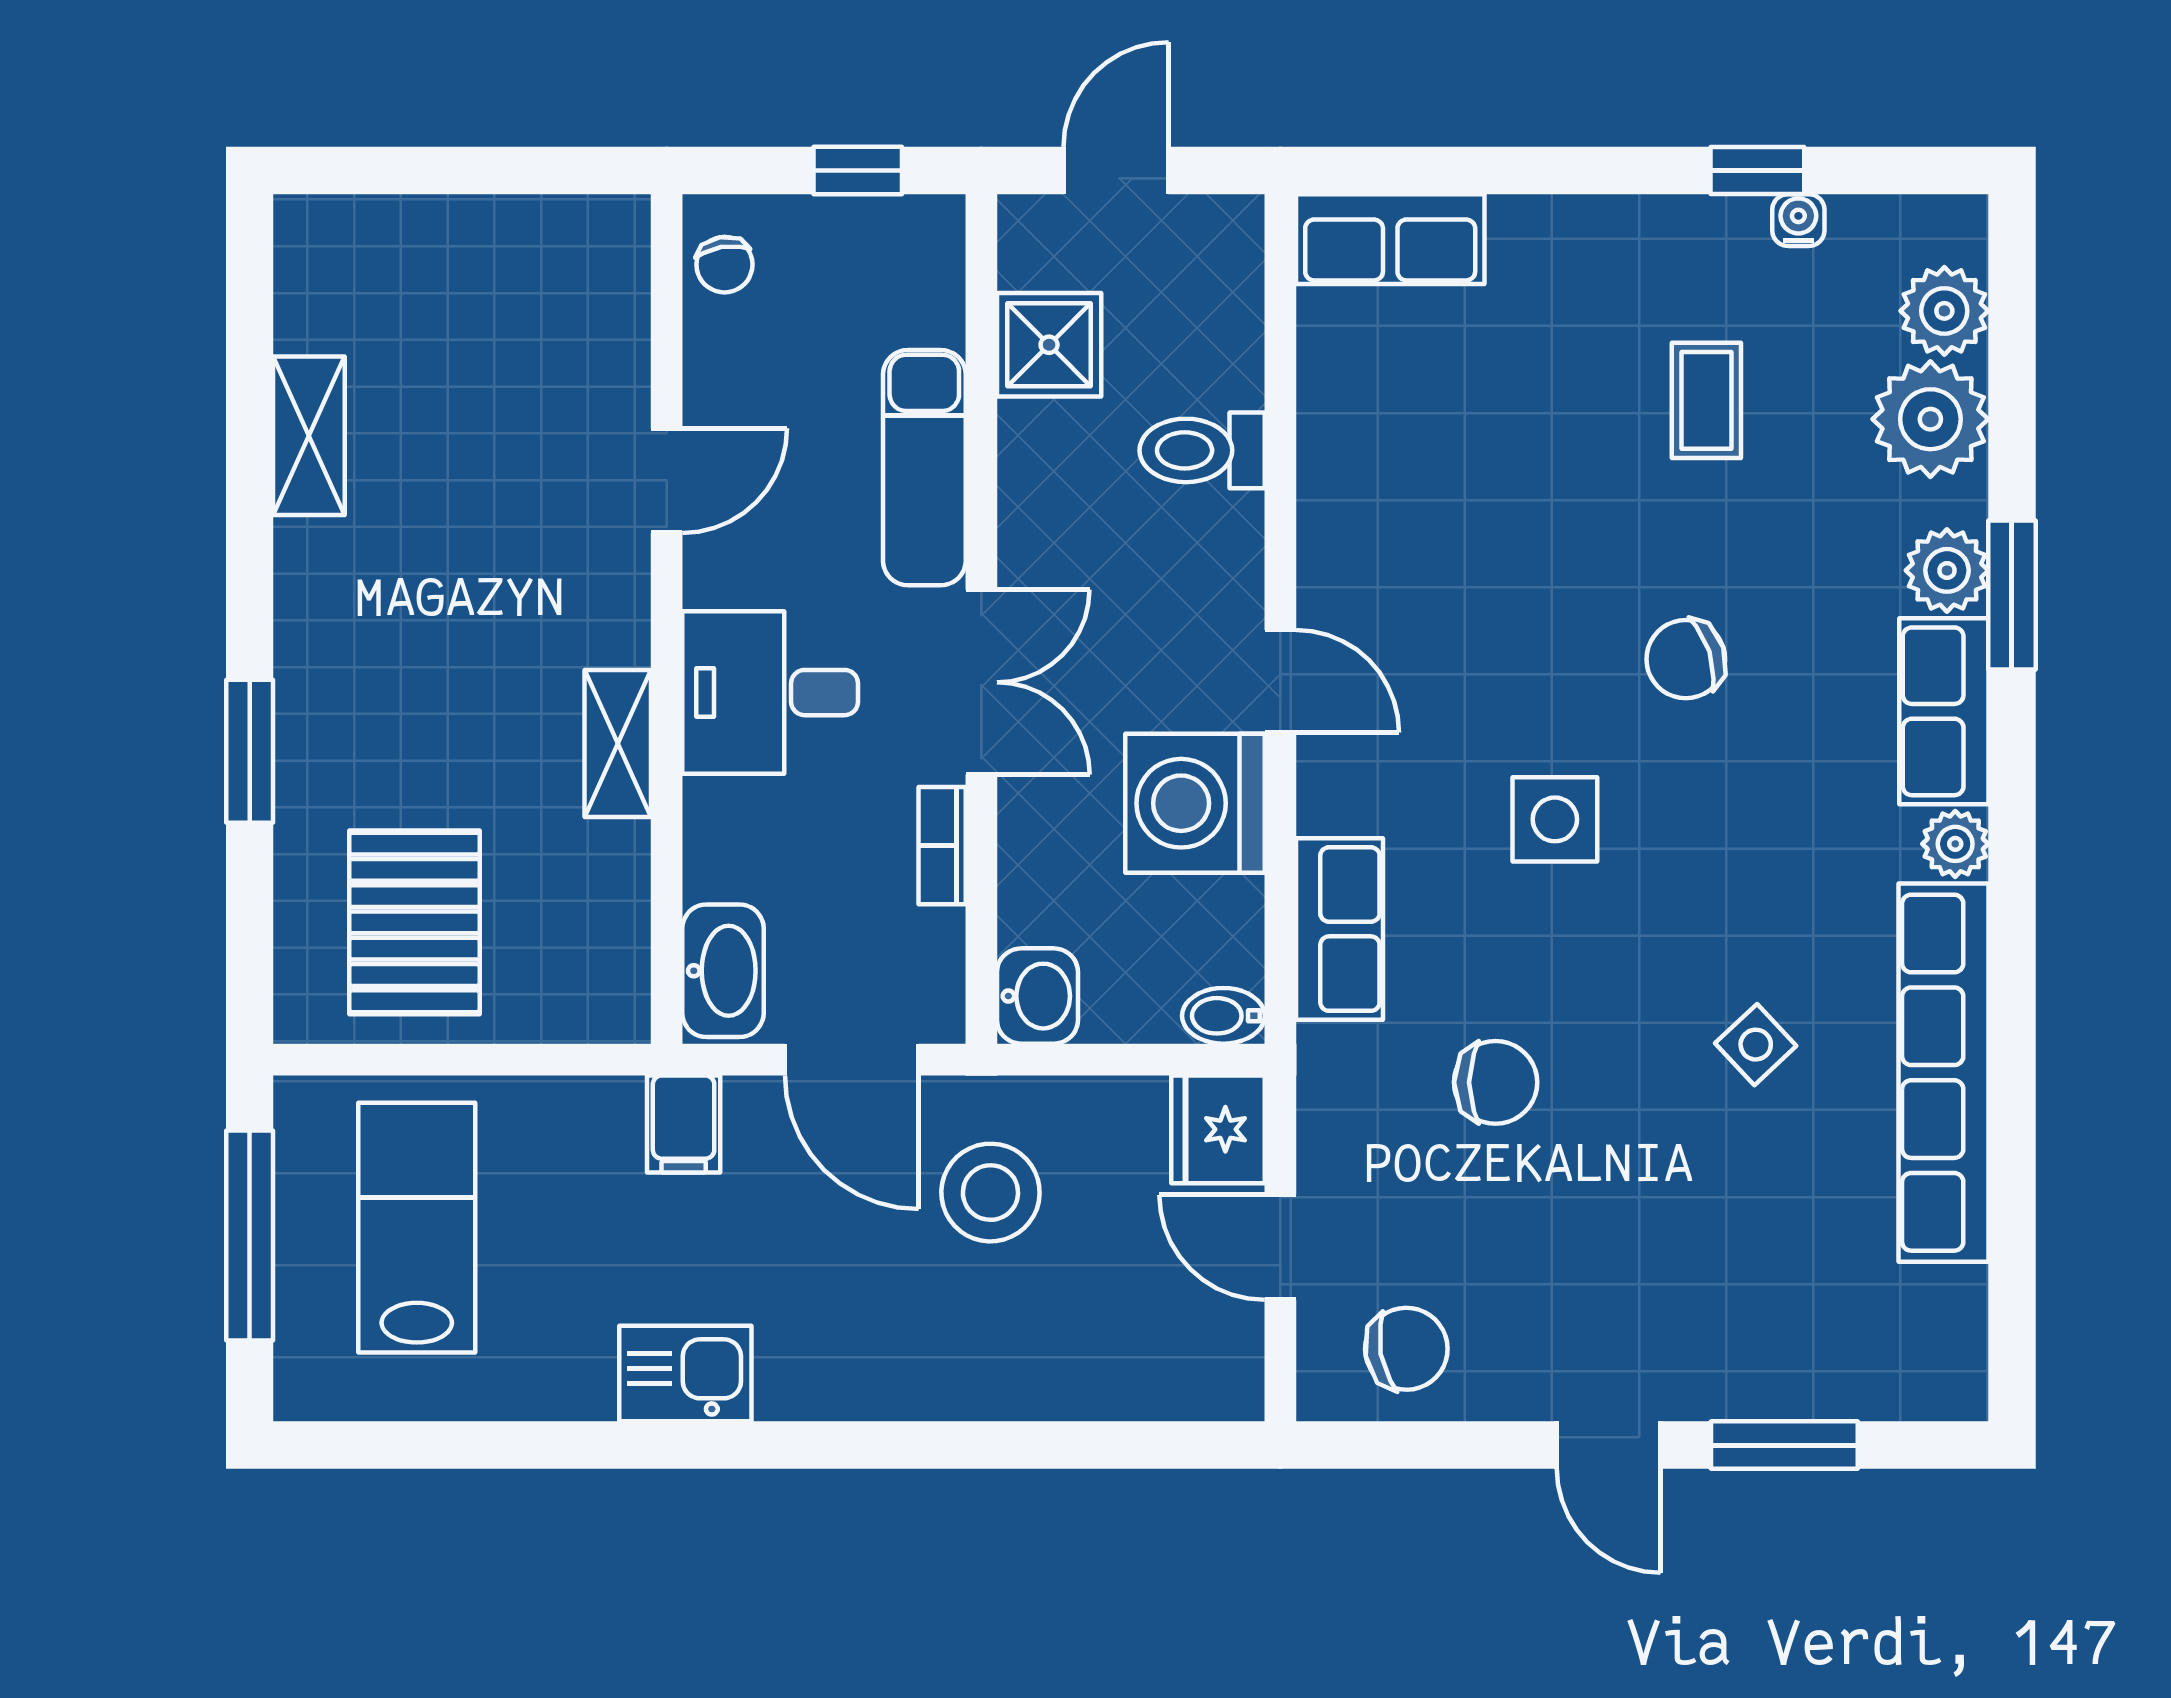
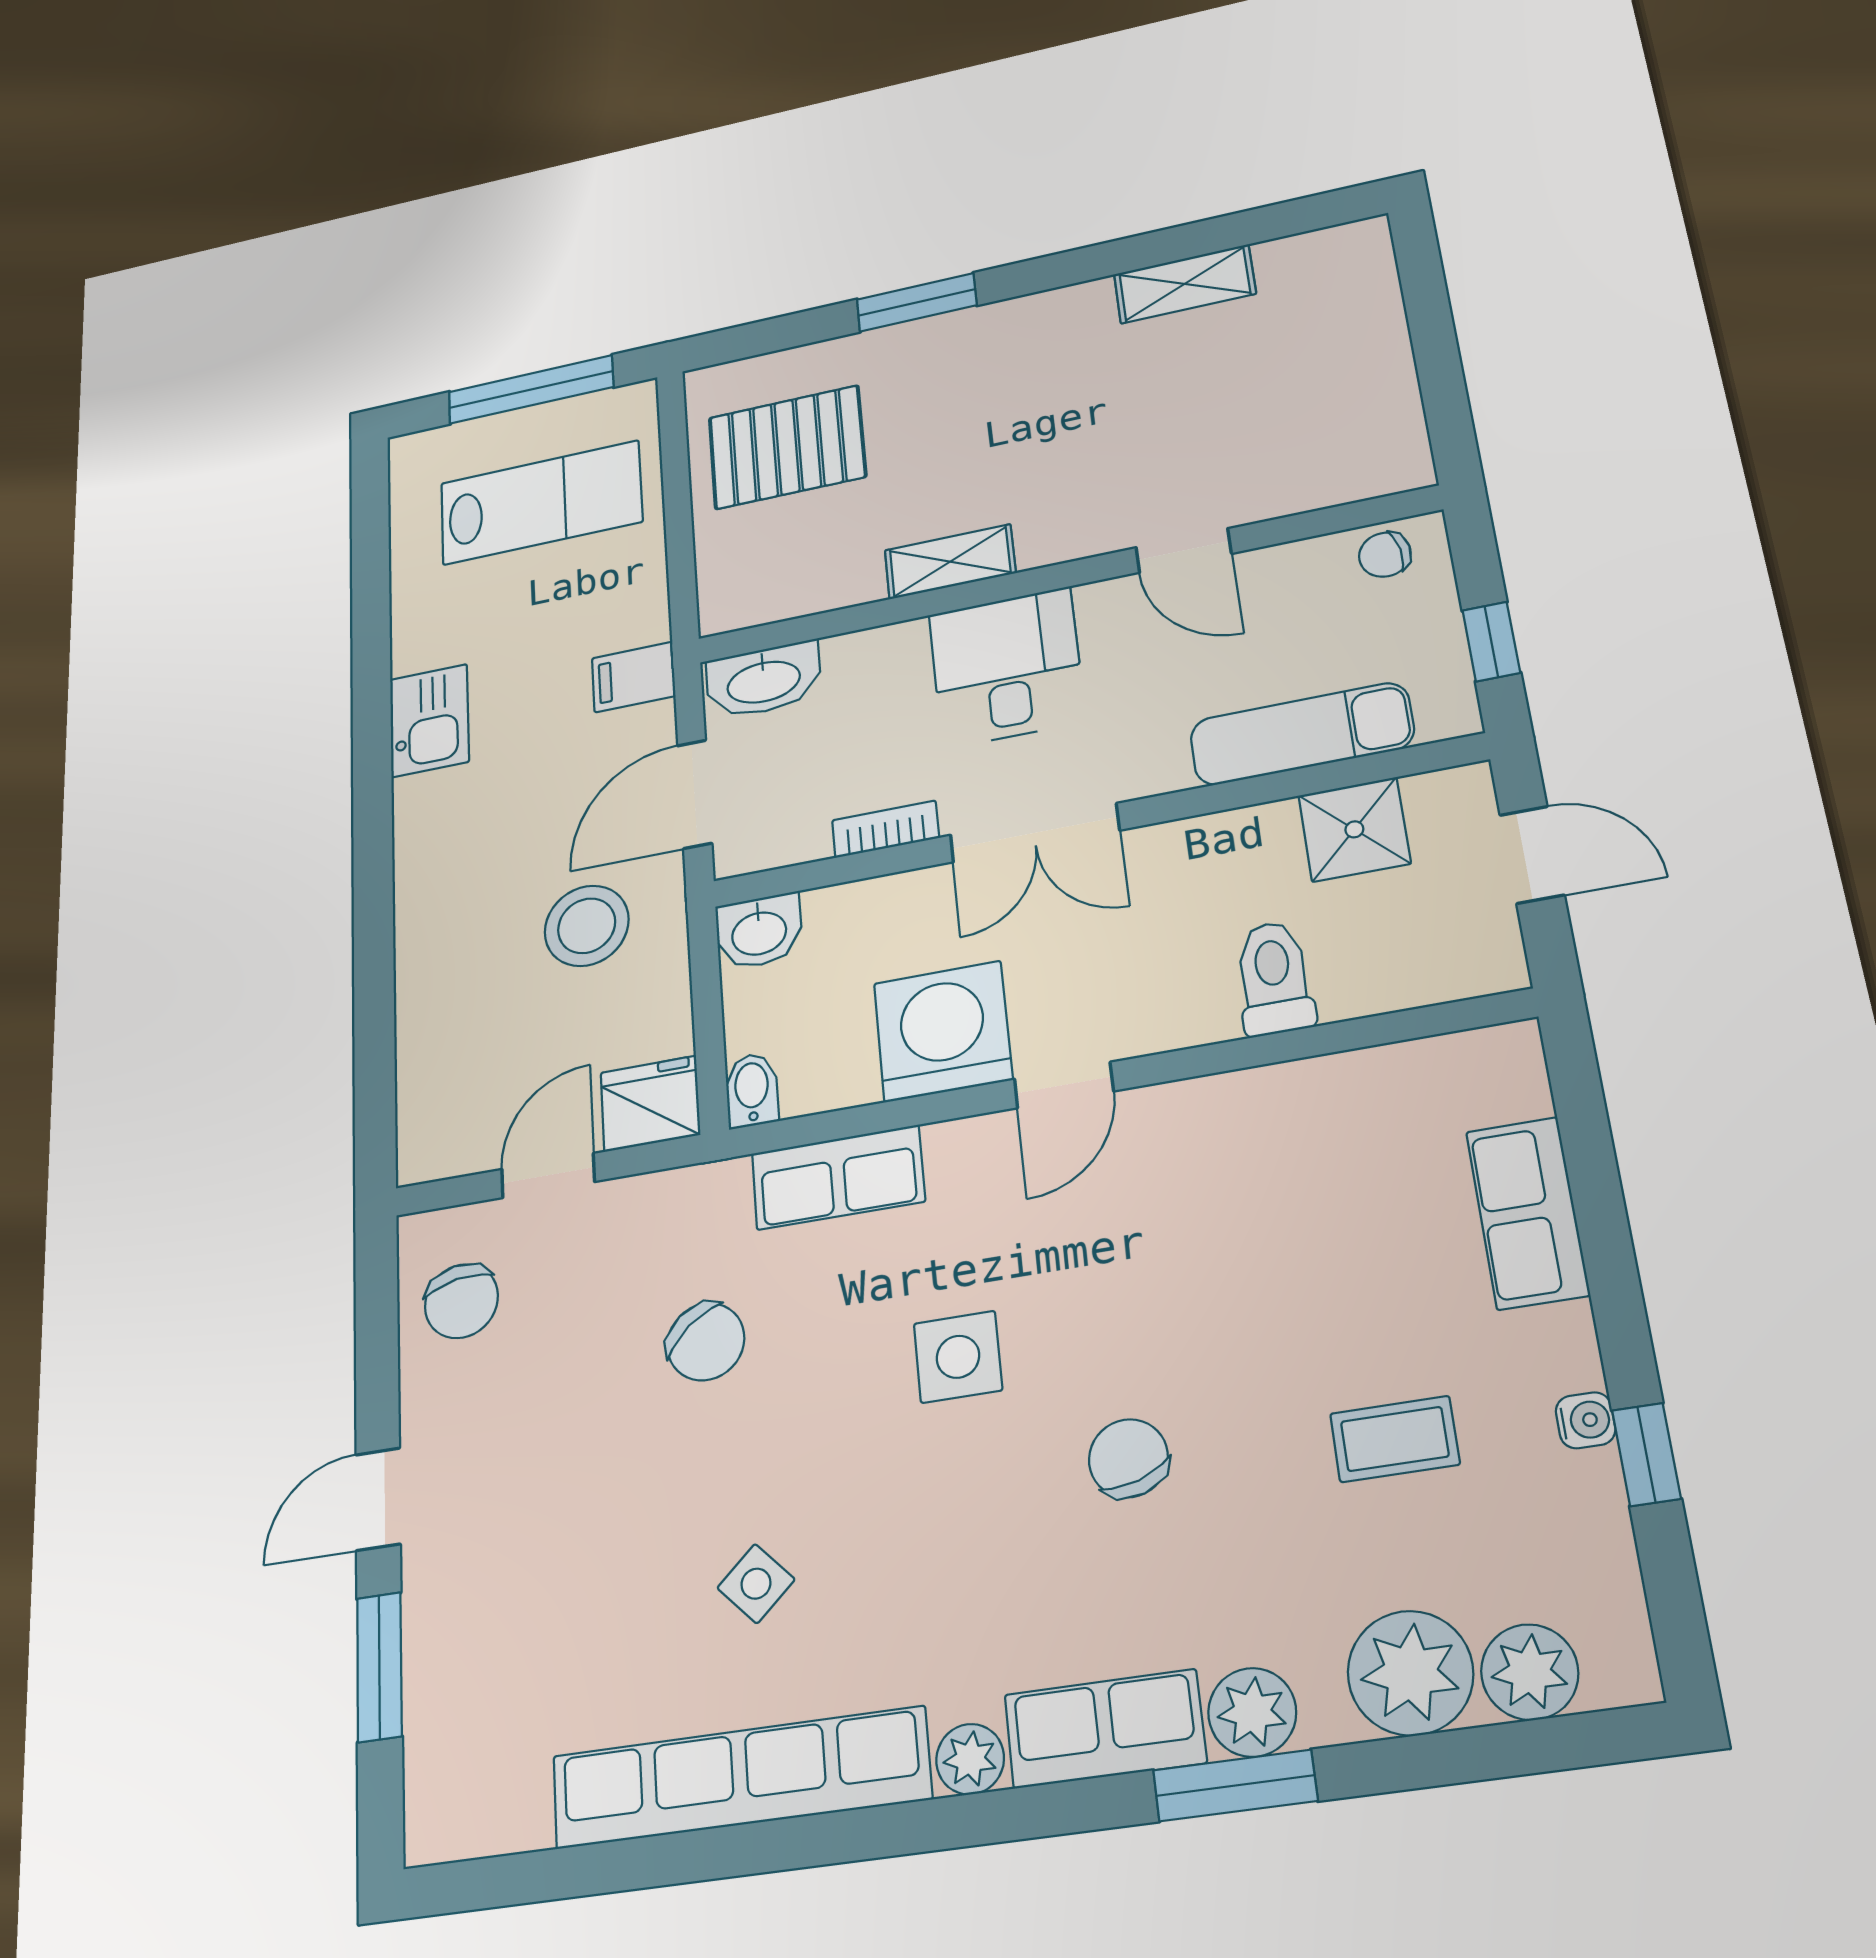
water cooler: (1798, 220) -> (1586, 1420), moved
row of seats: (1390, 239) -> (1527, 1213), moved
exam couch: (924, 468) -> (1302, 734), moved
chair: (1496, 1082) -> (706, 1342), turned -40

